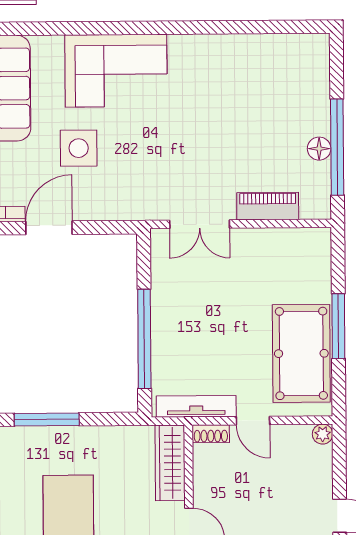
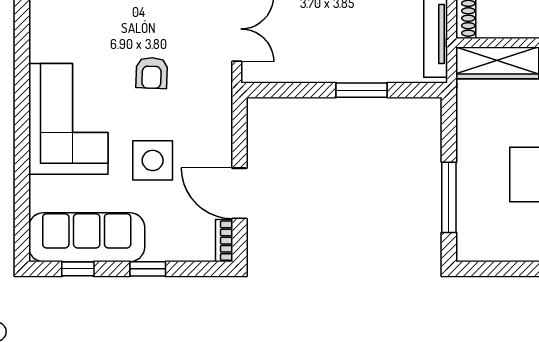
armchair: (159, 147) -> (152, 73), added
window: (144, 339) -> (362, 90), width x0.47

